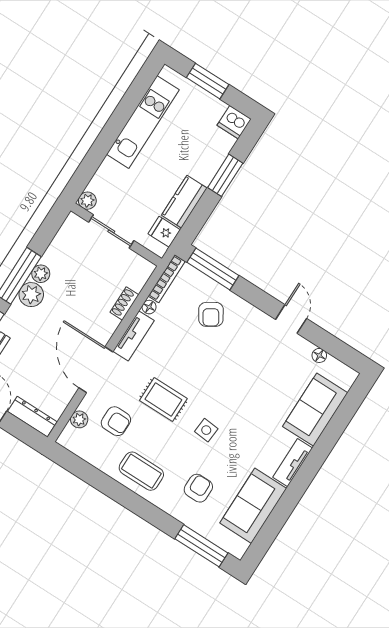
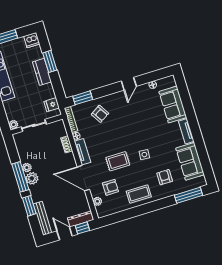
kitchen counter: (184, 202) -> (42, 72), moved
window: (213, 269) -> (83, 98), width x0.69
door: (291, 319) -> (129, 84), swing flipped
window: (21, 431) -> (82, 228), added

